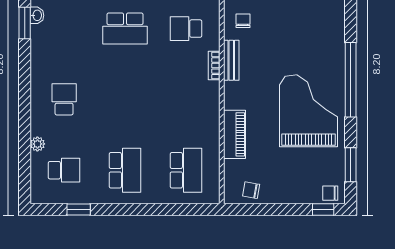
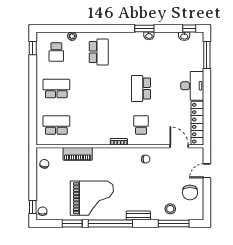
bench: (231, 60) -> (138, 216), moved
school desk: (64, 99) -> (99, 52), width x1.85
window: (351, 165) -> (72, 223), moved
school desk: (125, 170) -> (56, 88), turned 180
school desk: (186, 170) -> (56, 125), turned 180
window: (79, 210) -> (33, 48), moved

